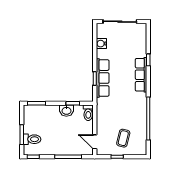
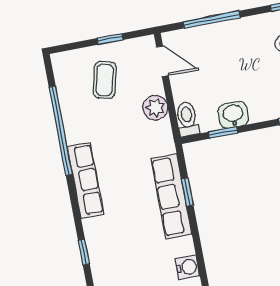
row of seats: (141, 75) -> (86, 180), moved
plant: (102, 121) -> (155, 108), added

